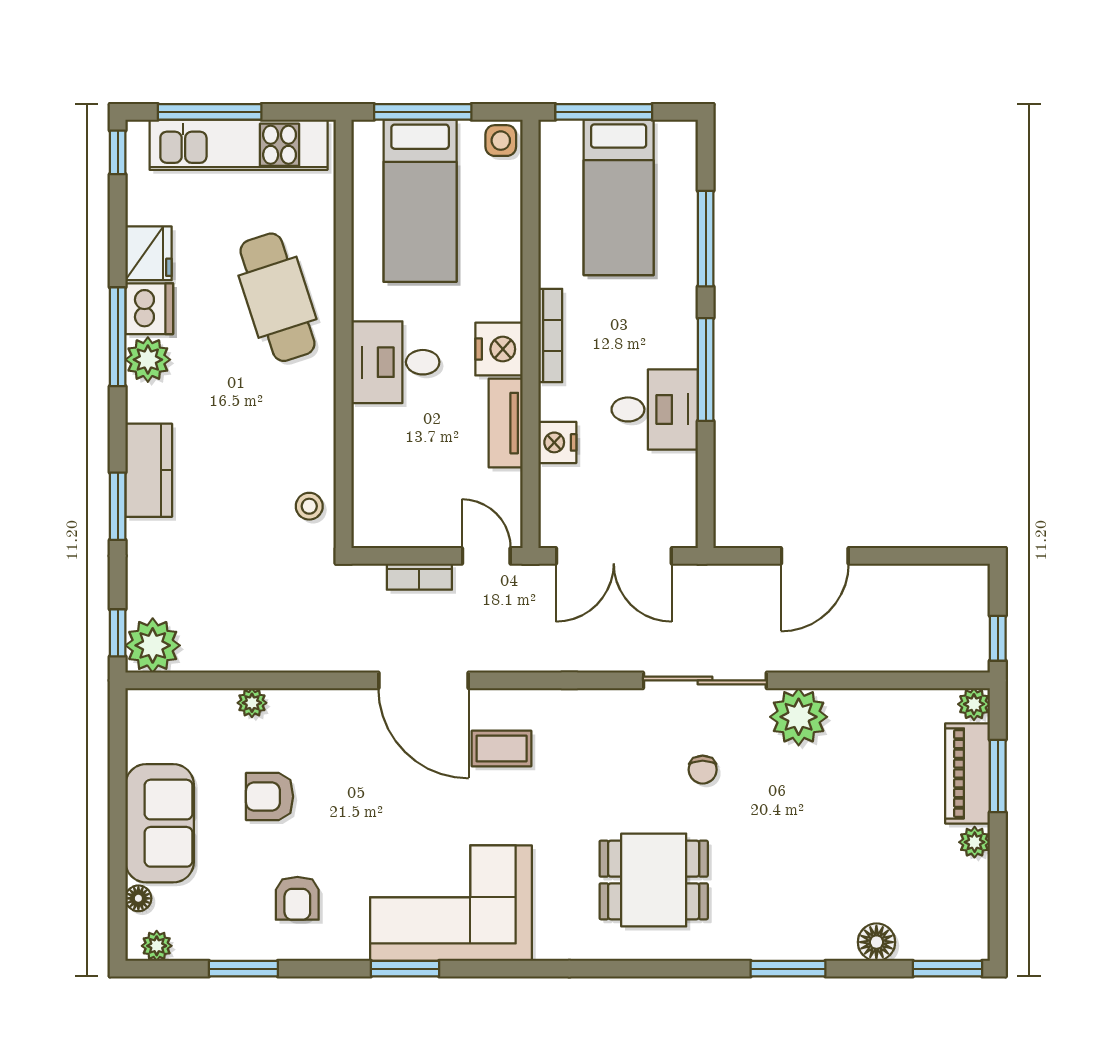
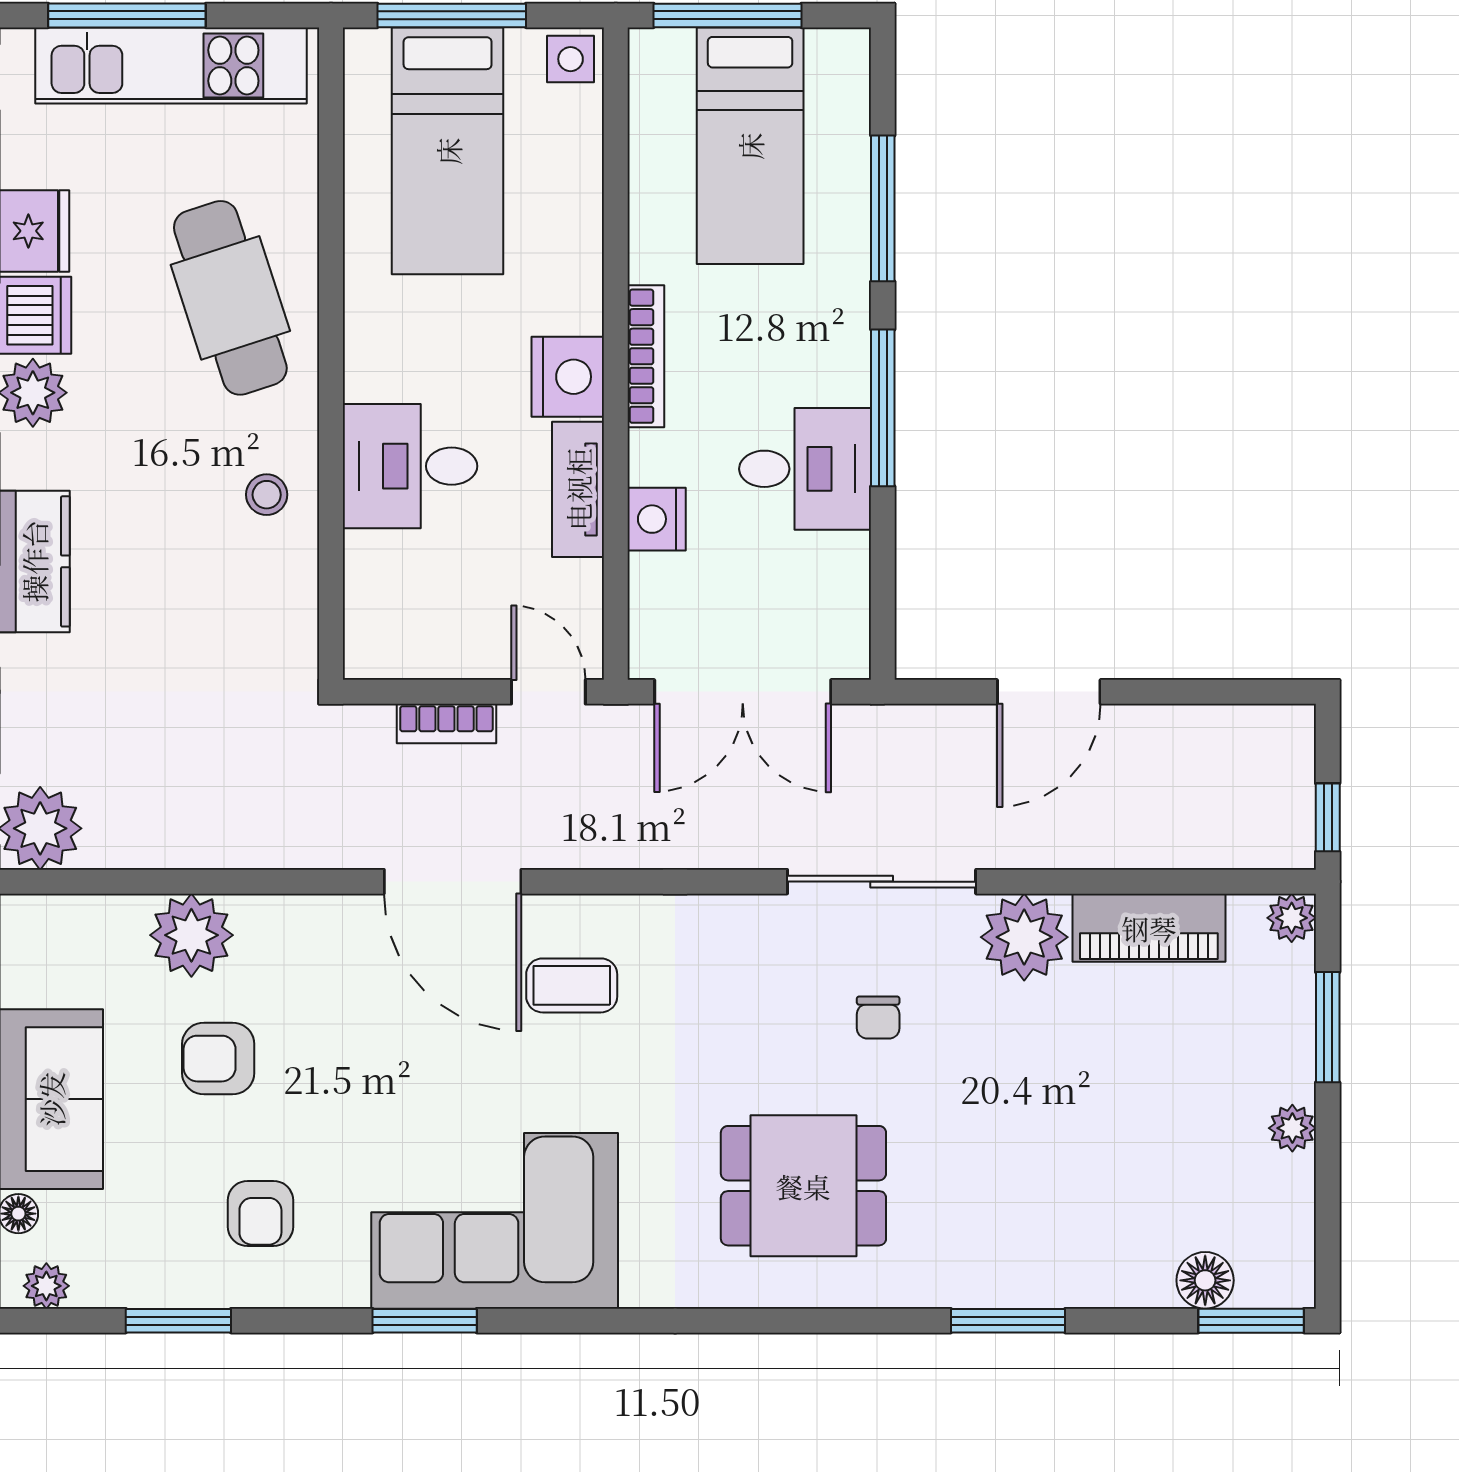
desk: (395, 362) -> (410, 466), moved
stool: (309, 506) -> (267, 495), moved
plant: (252, 703) -> (191, 935), width x1.87, depth x1.87
piano: (968, 773) -> (1149, 928), moved, turned -90
floor lamp: (876, 942) -> (1205, 1280), moved

